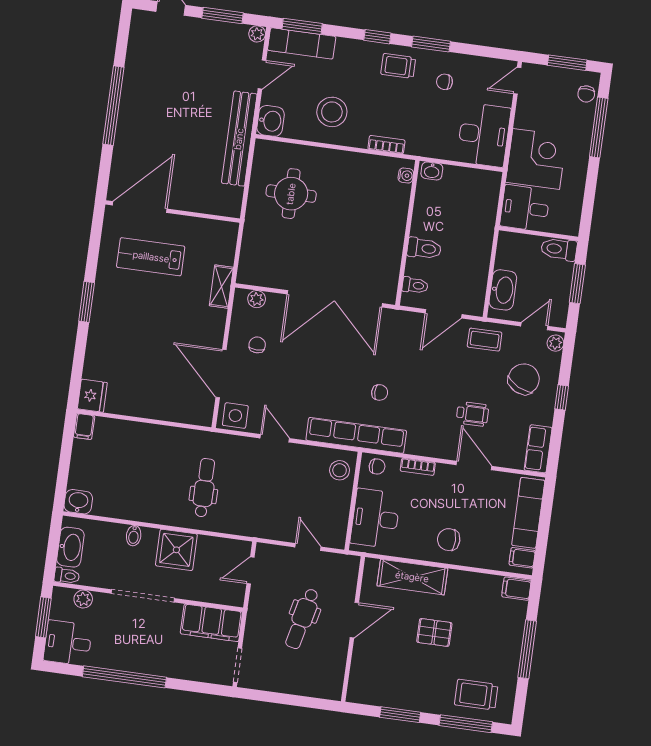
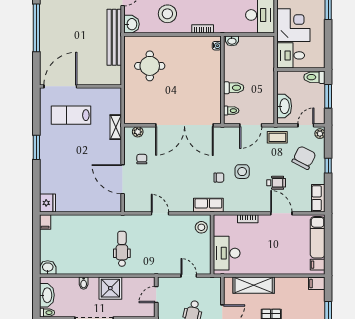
side table: (235, 416) -> (242, 172), moved
row of seats: (356, 435) -> (208, 205), width x0.50
chair: (377, 466) -> (223, 222), removed
chair: (449, 540) -> (272, 260), removed

